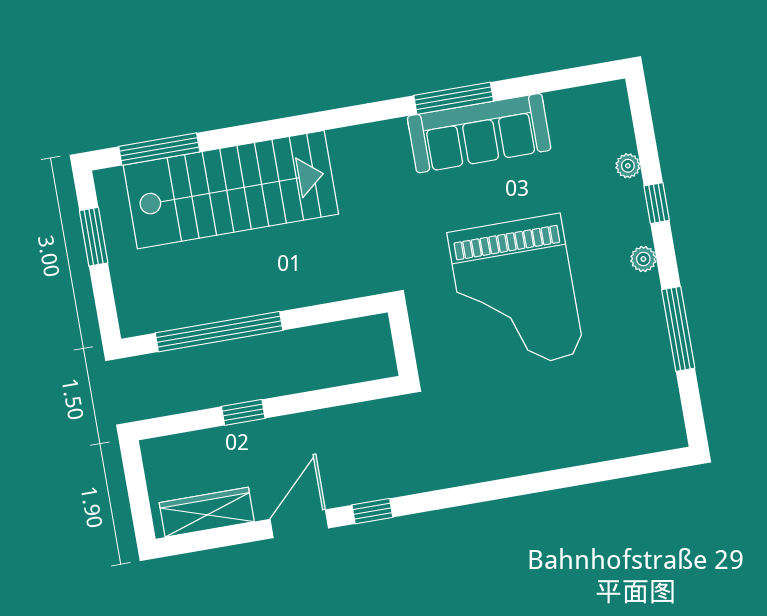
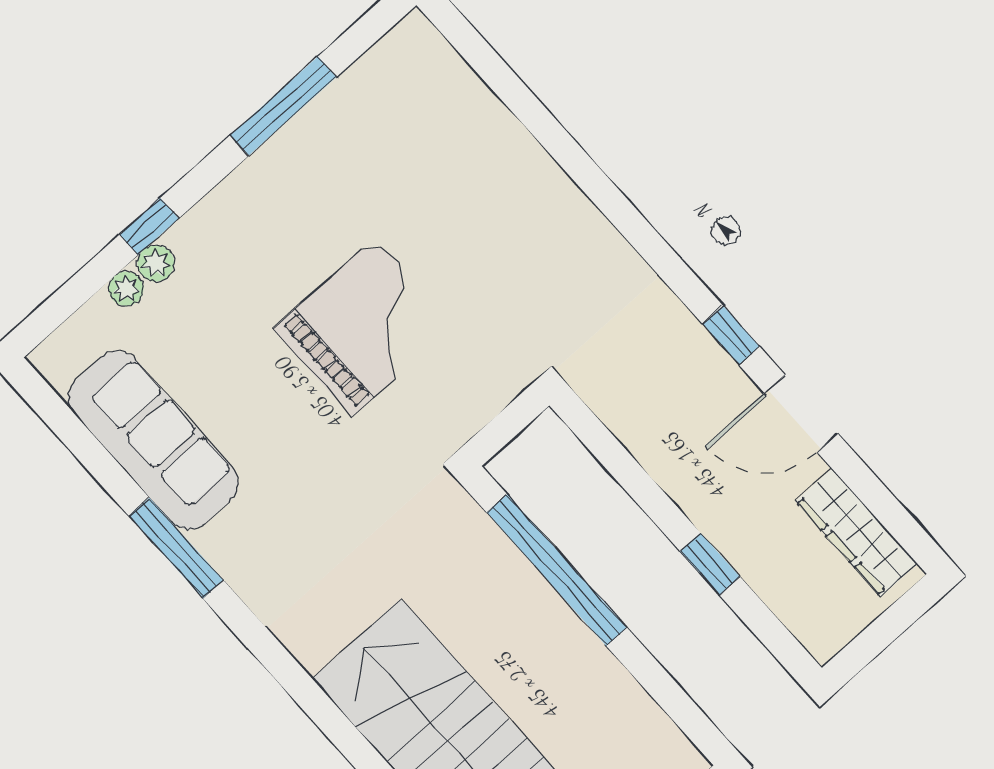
sofa: (479, 133) -> (153, 440), moved
plant: (643, 259) -> (156, 263), moved
grand piano: (516, 294) -> (363, 327), width x0.73, depth x0.68
window: (219, 332) -> (557, 570), moved

